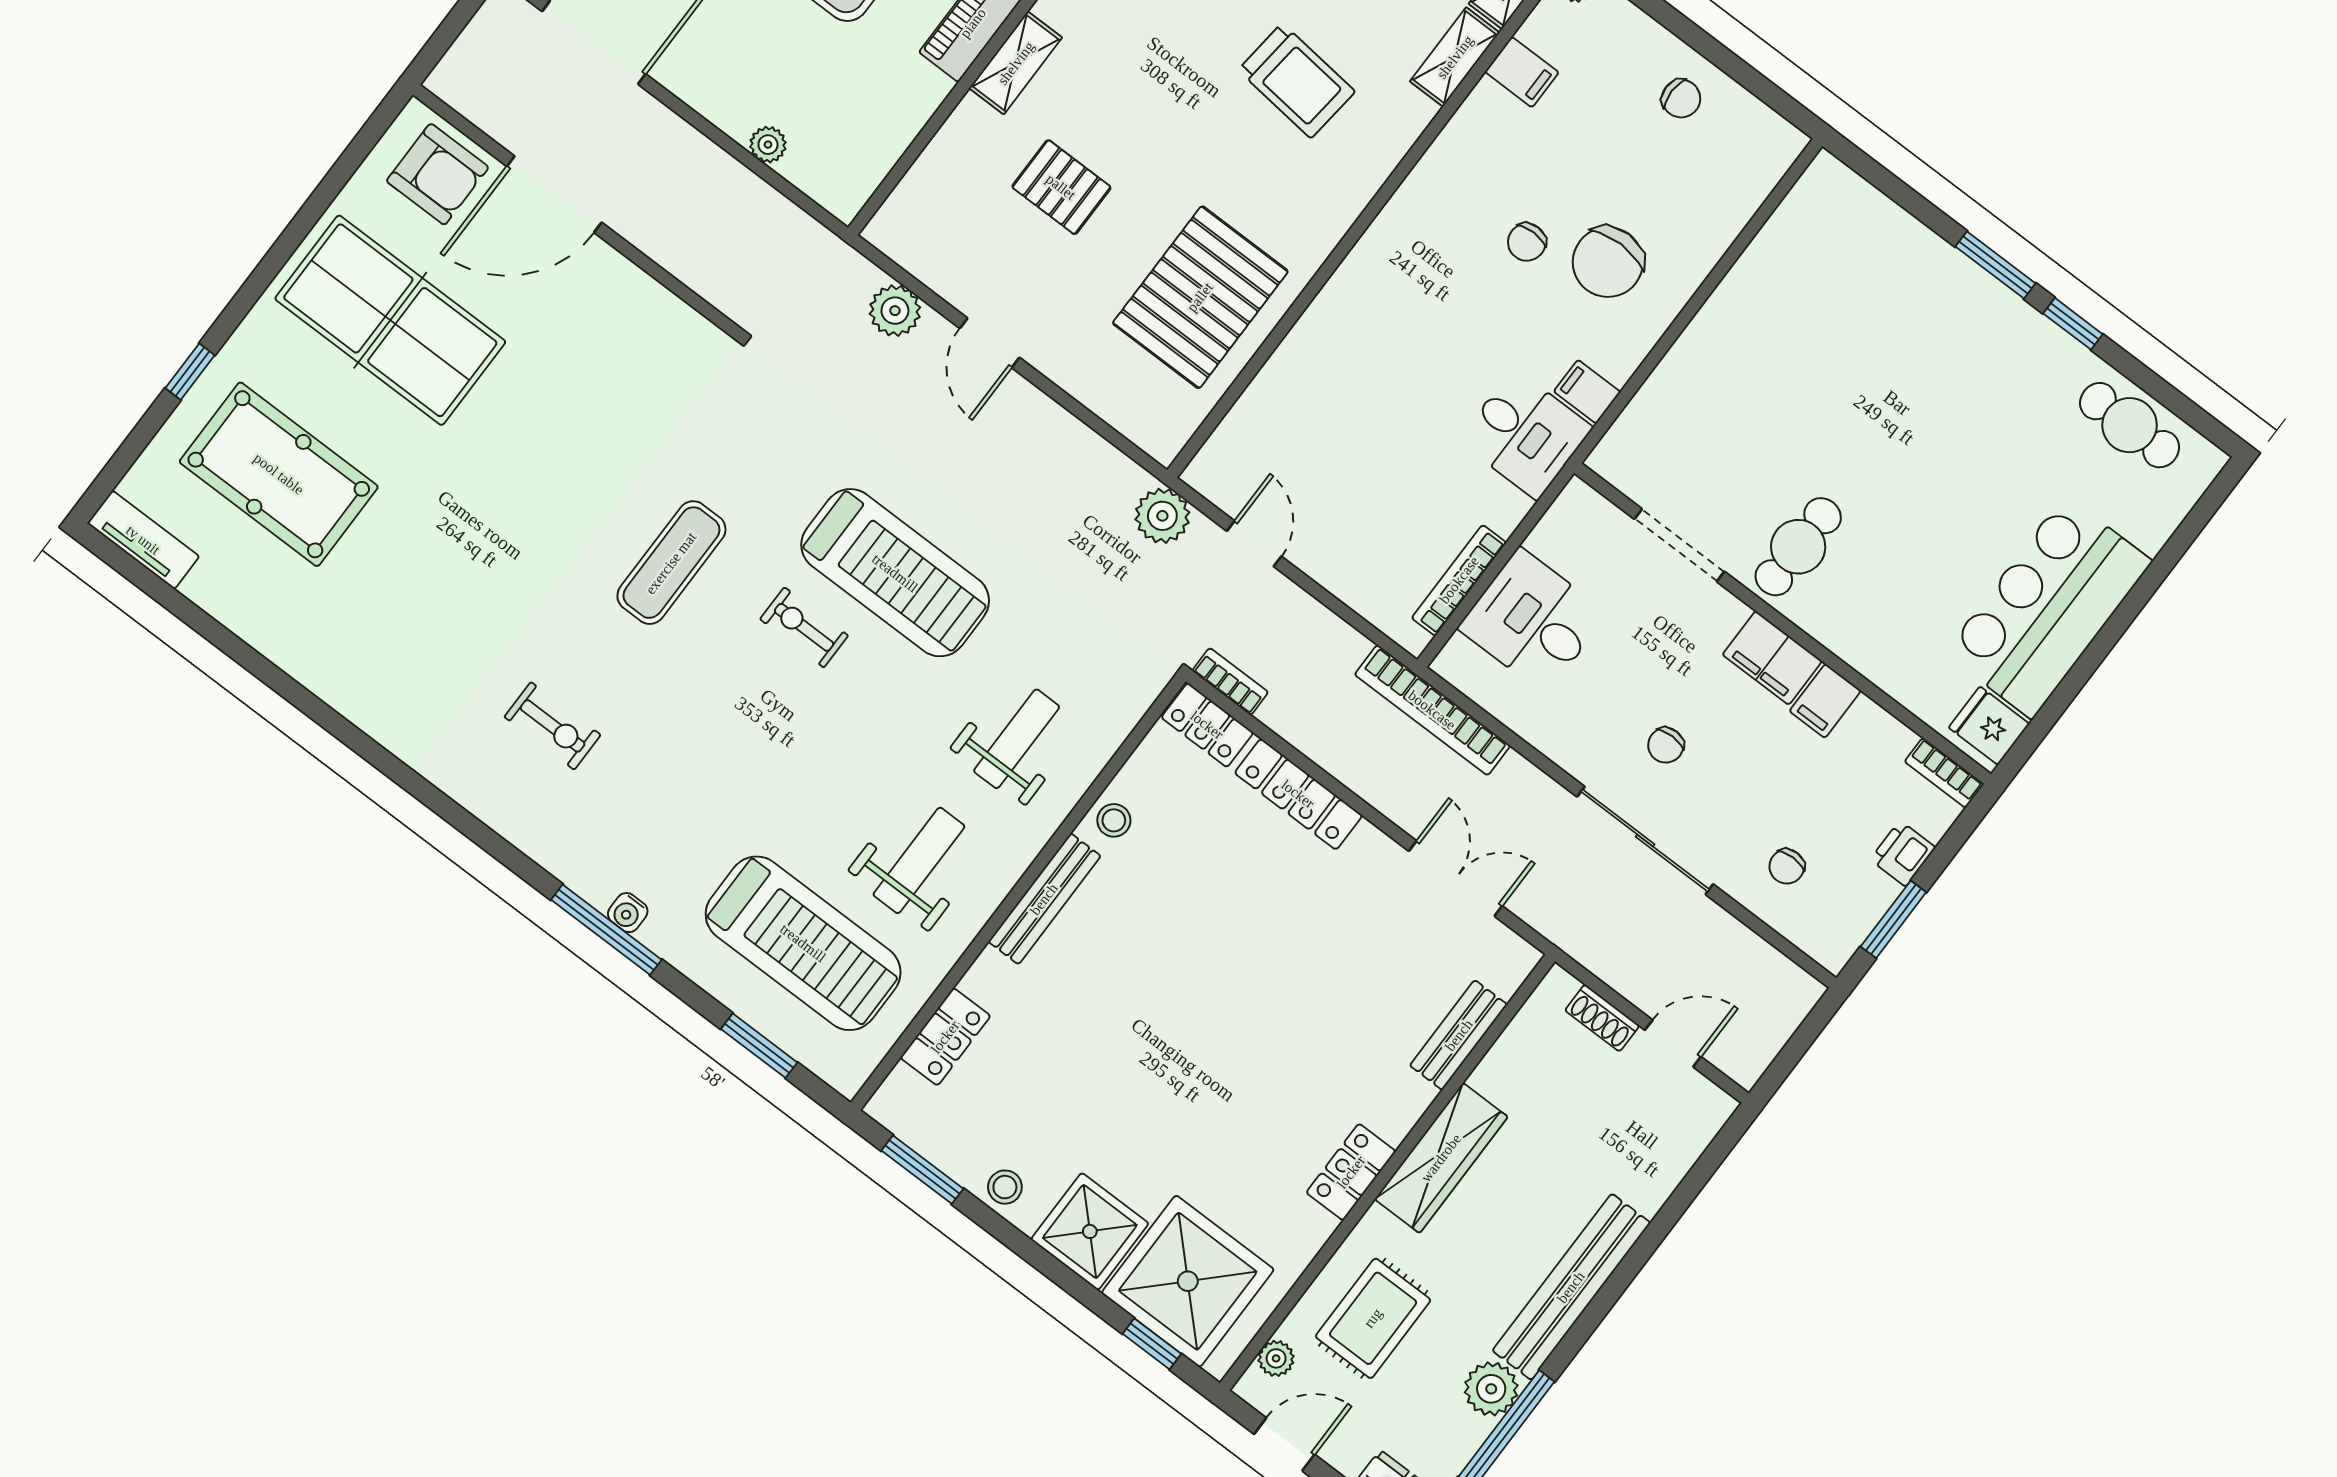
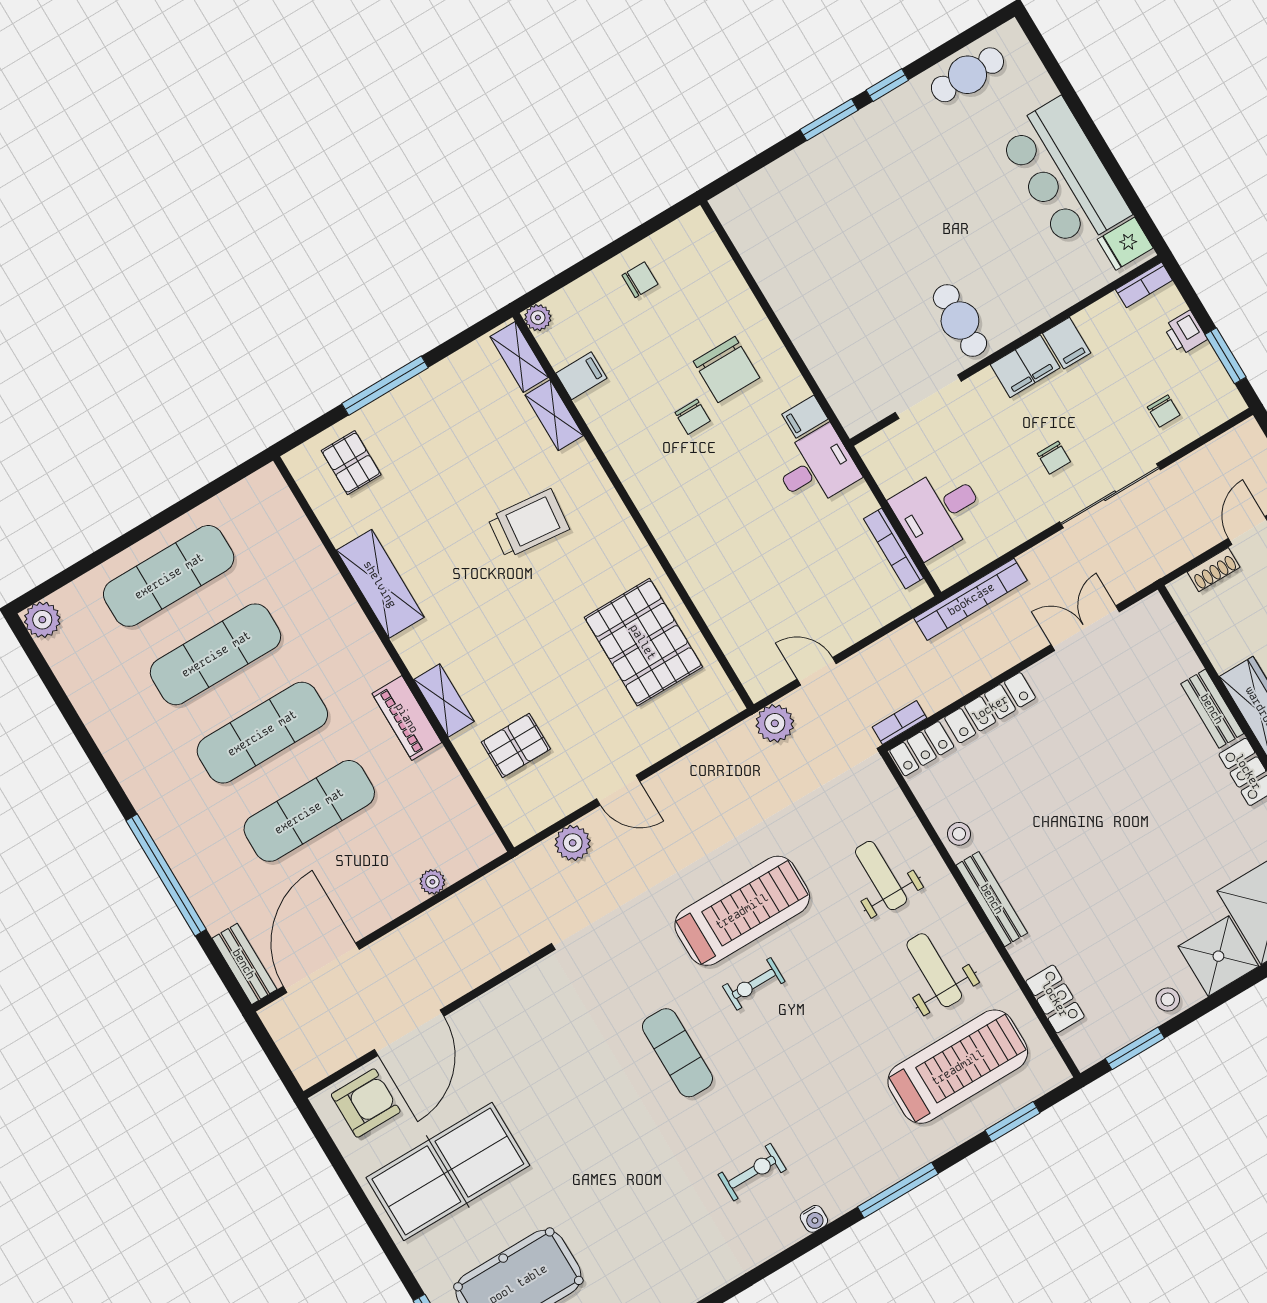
pallet: (1061, 187) -> (516, 745), moved
water cooler: (628, 913) -> (814, 1219), moved
bench: (1459, 1035) -> (1212, 709), moved

